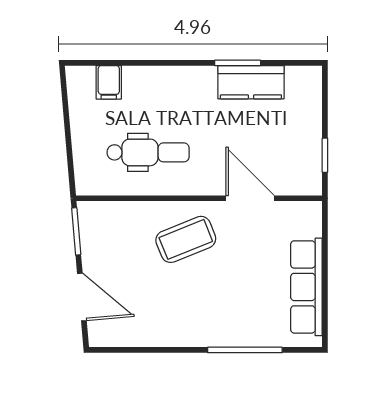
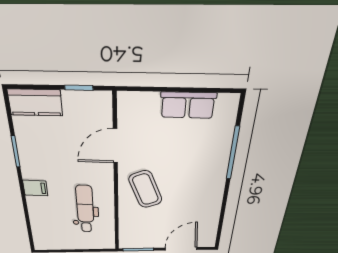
filing cabinet: (109, 82) -> (35, 188), moved
kitchen counter: (251, 82) -> (35, 102), moved, turned 90
row of seats: (306, 287) -> (188, 105), width x0.68

